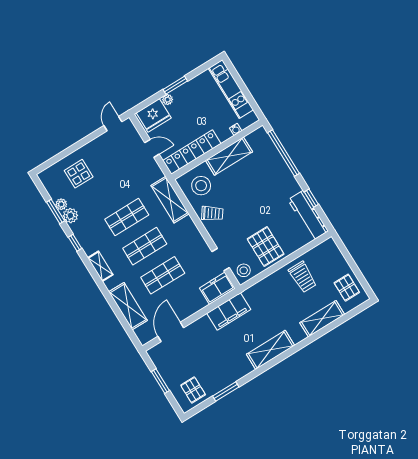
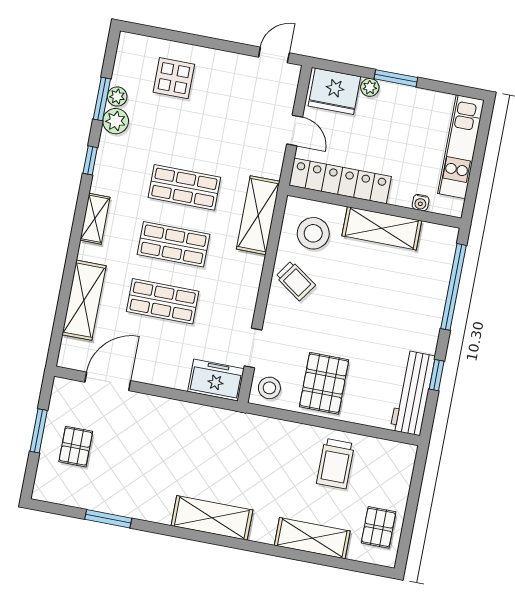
filing cabinet: (229, 311) -> (204, 422), removed
pallet: (193, 390) -> (76, 447), moved

